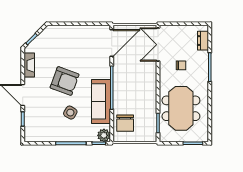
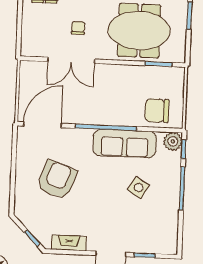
door: (112, 43) -> (42, 125), hinge flipped
double door: (158, 45) -> (71, 60), moved
armchair: (65, 81) -> (57, 180), moved
chair: (125, 123) -> (157, 111), turned 180

